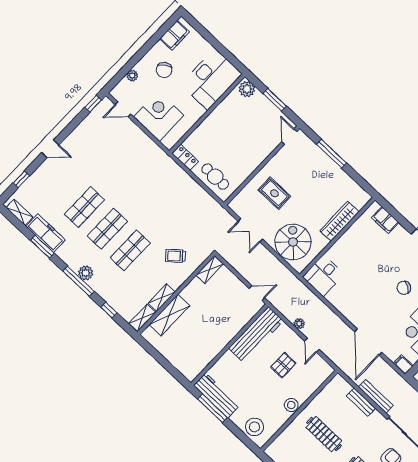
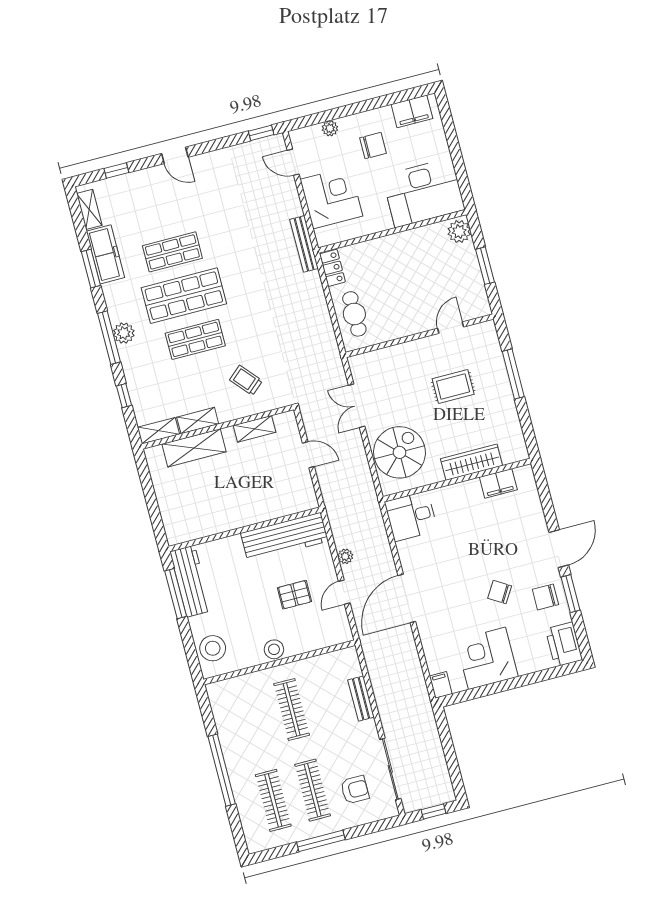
chair: (164, 70) -> (373, 146), turned -147
door: (289, 137) -> (451, 328), moved
rug: (274, 193) -> (453, 387), moved, turned 90
filing cabinet: (385, 220) -> (498, 483), moved, turned -90
shop shelf: (107, 229) -> (184, 296), width x1.43, depth x1.36
shelving: (210, 270) -> (254, 429), moved
door: (257, 293) -> (308, 455), moved
door: (368, 342) -> (407, 598), moved
bench: (376, 396) -> (304, 244), moved

